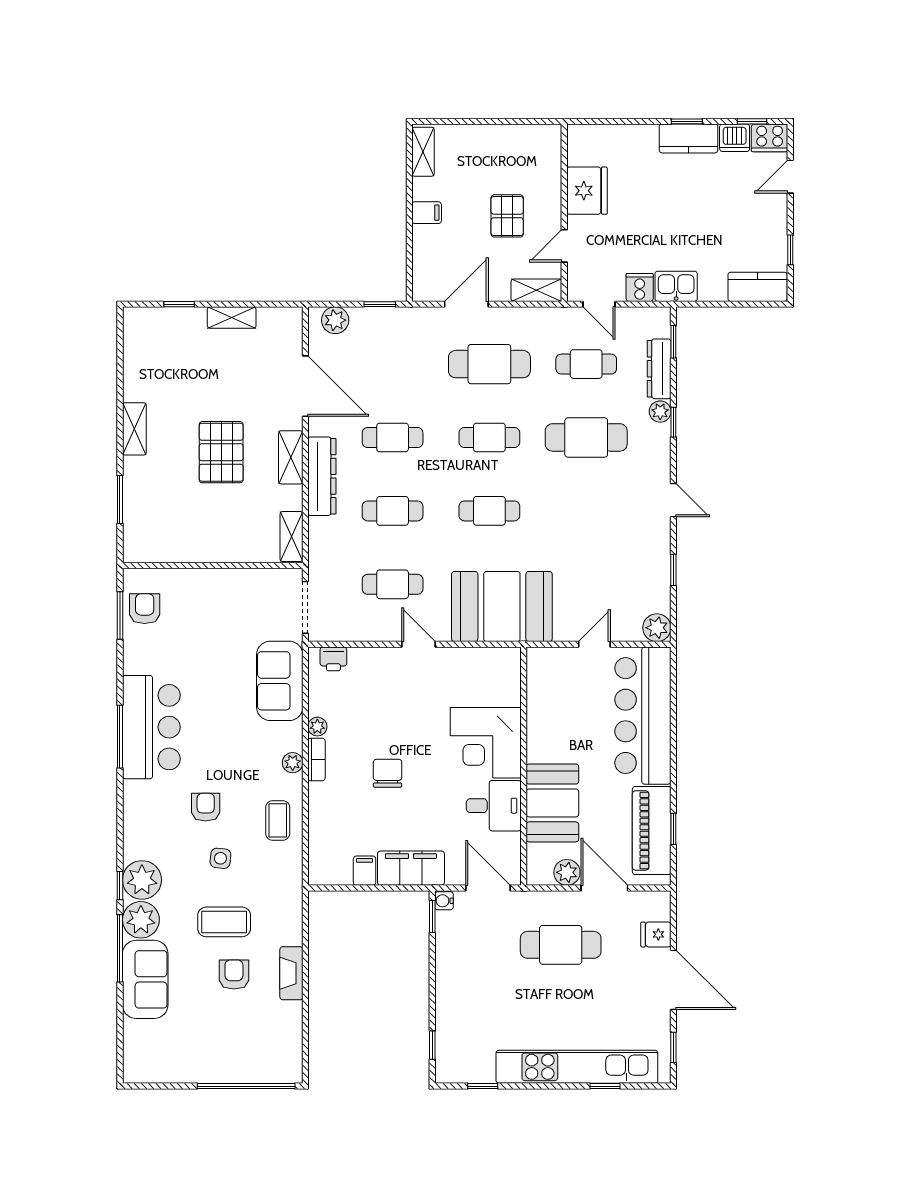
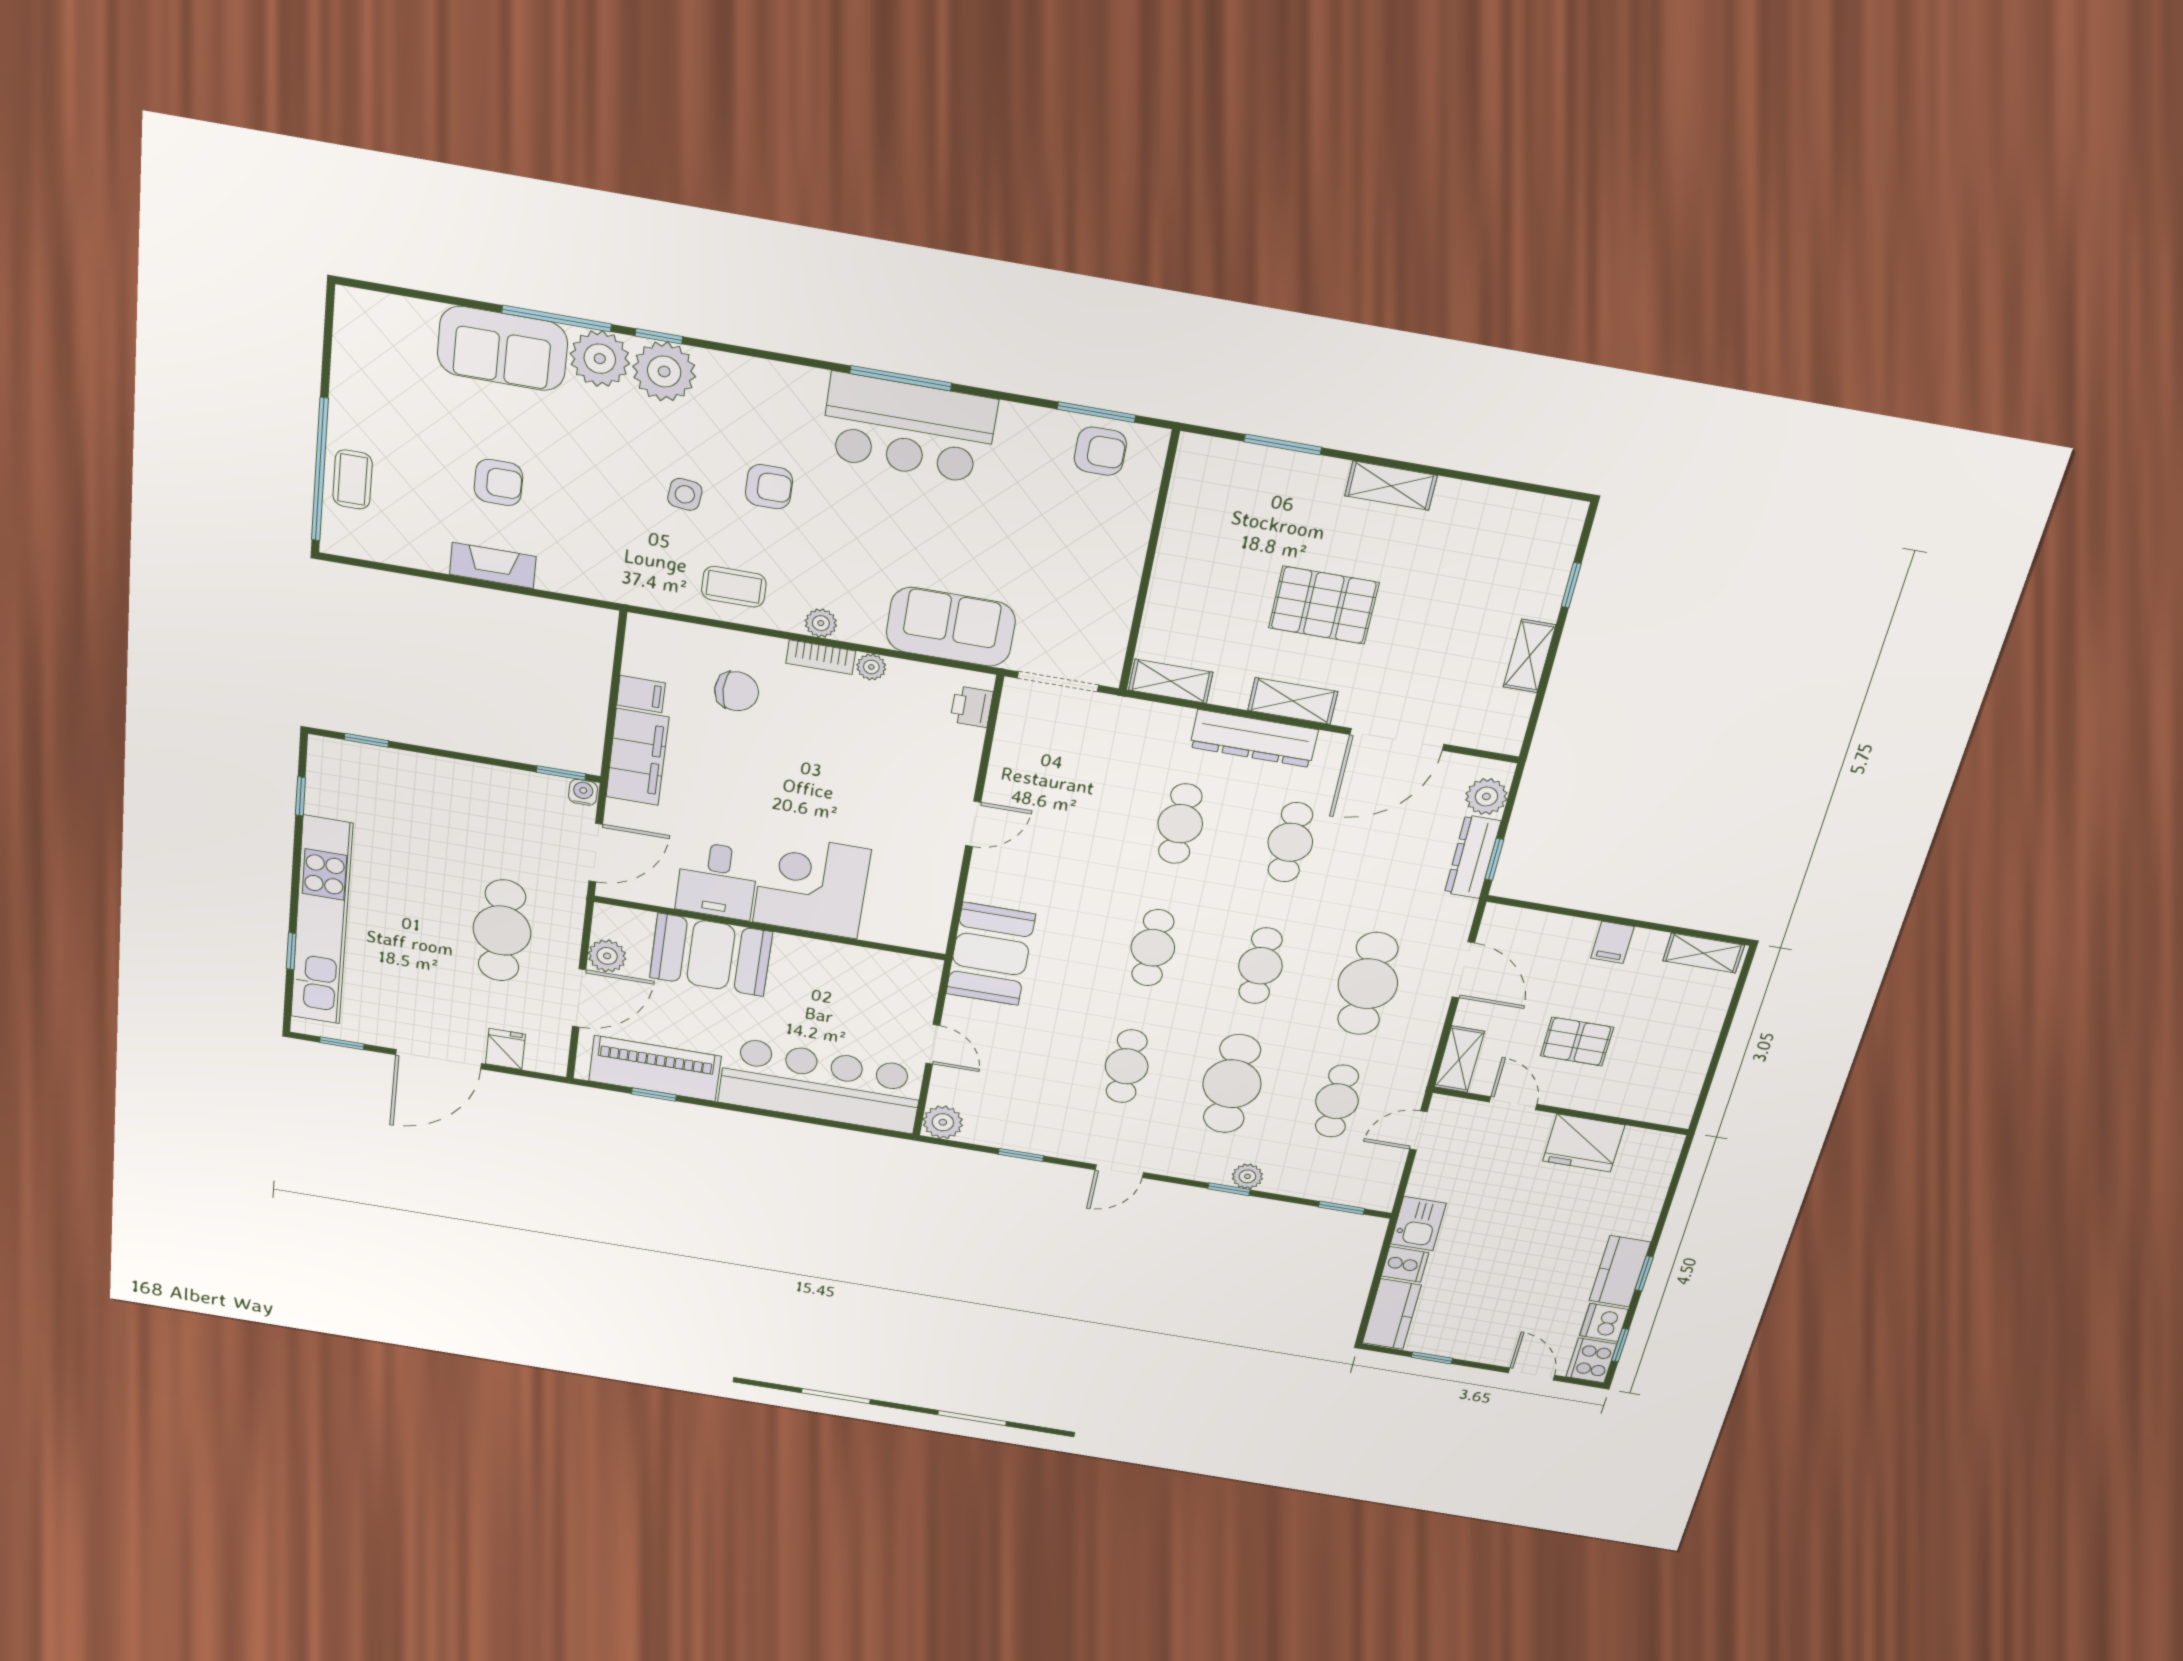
cooker: (640, 287) -> (1405, 1264), moved
dresser: (659, 369) -> (1473, 857), moved, turned -90
cafe table: (393, 584) -> (1127, 1066), moved
booth: (502, 607) -> (991, 954), width x0.73, depth x0.70
chair: (388, 773) -> (737, 691), moved
coffee table: (224, 922) -> (352, 479), moved, width x0.73, depth x0.77

